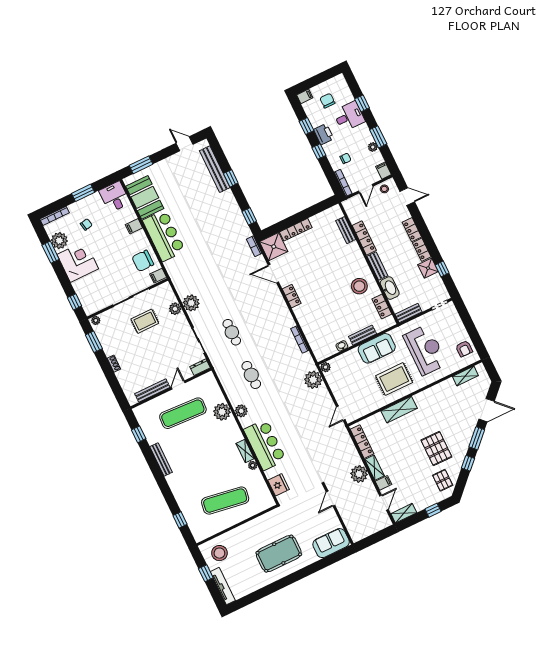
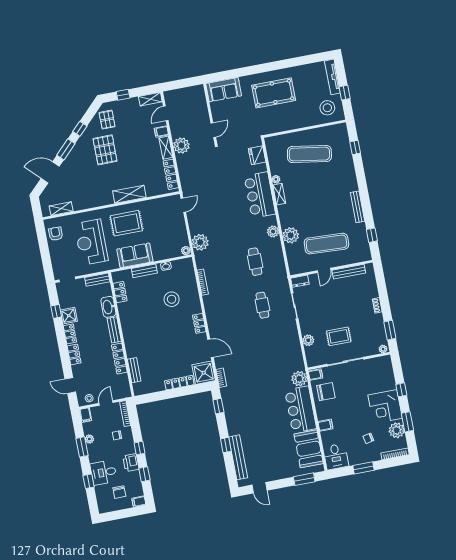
stool: (359, 286) -> (172, 299), moved
window: (75, 302) -> (401, 390), moved
plant: (191, 303) -> (299, 379), moved

